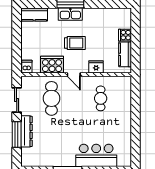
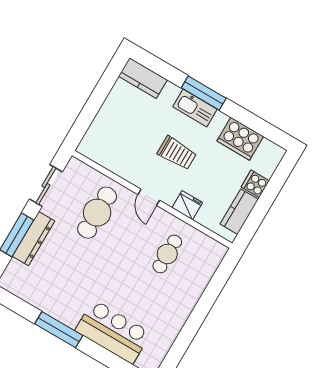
cooker: (52, 65) -> (240, 139), moved, turned 180
dishwasher: (27, 67) -> (89, 147), removed

